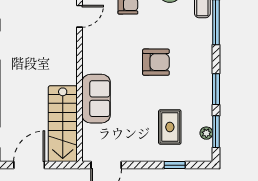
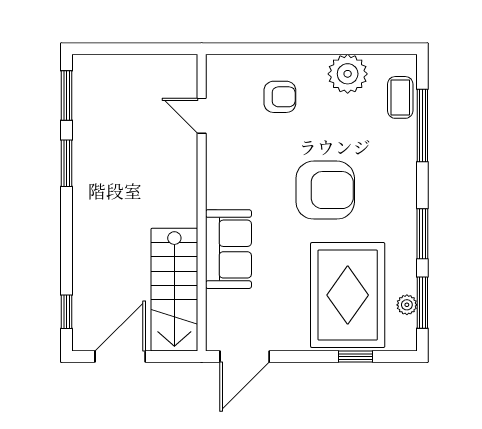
door: (80, 16) -> (202, 116), swing flipped
armchair: (156, 62) -> (325, 190), width x1.36, depth x1.36
rug: (170, 127) -> (348, 295), width x1.86, depth x2.06

